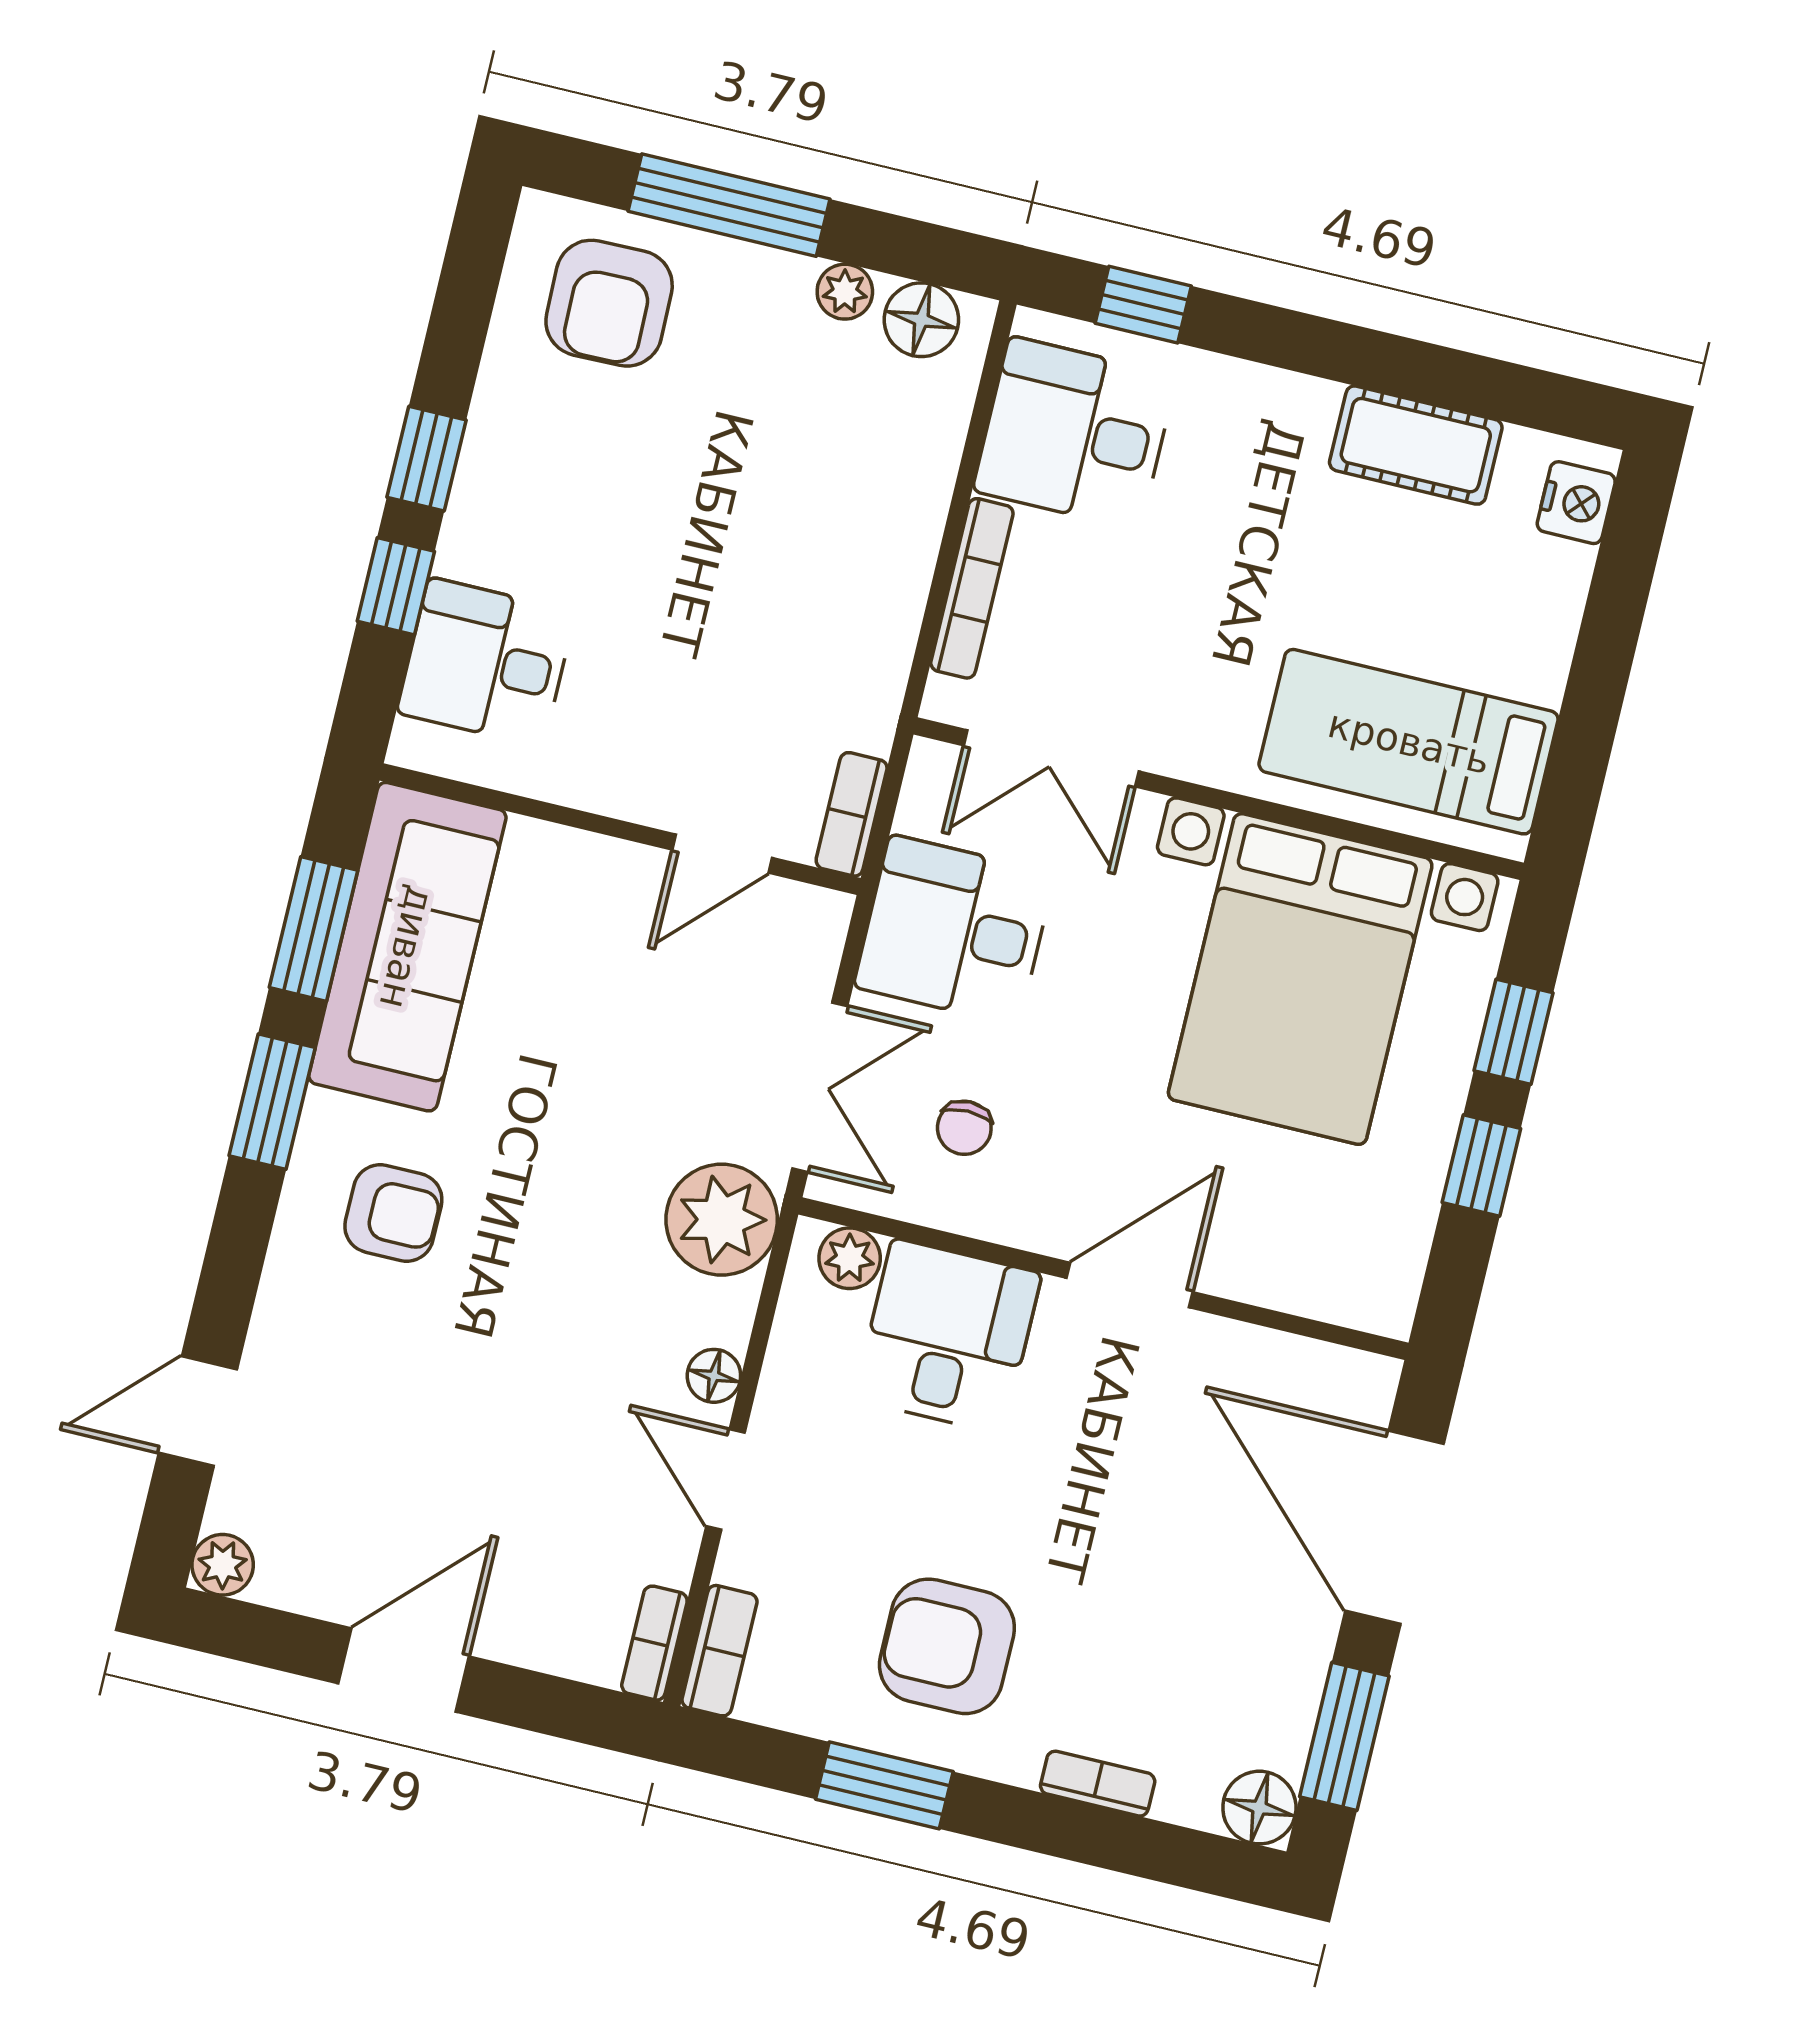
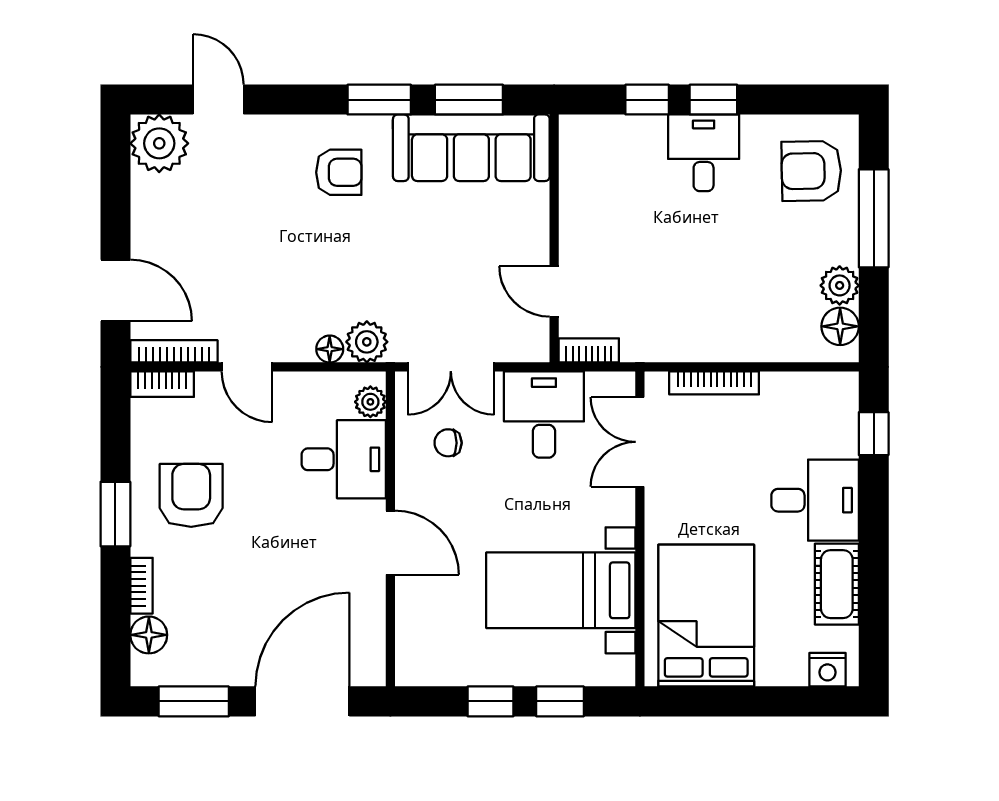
plant: (845, 292) -> (840, 285), width x1.38, depth x1.38
desk: (1075, 433) -> (815, 500), moved, turned 90
desk: (486, 662) -> (704, 153), moved
bed: (1409, 742) -> (706, 616), width x1.50
bed with nightstands: (1300, 979) -> (561, 590), width x0.73
armchair: (393, 1213) -> (339, 172), turned -90
plant: (722, 1220) -> (367, 342), width x0.73, depth x0.73
floor lamp: (714, 1376) -> (330, 349), moved
door: (726, 1479) -> (247, 367), swing flipped
plant: (223, 1565) -> (159, 143), width x1.88, depth x1.88
bookcase: (654, 1643) -> (174, 351), width x1.56
door: (404, 1670) -> (115, 290), moved
window: (884, 1785) -> (115, 514), moved
floor lamp: (1259, 1808) -> (149, 635), moved

